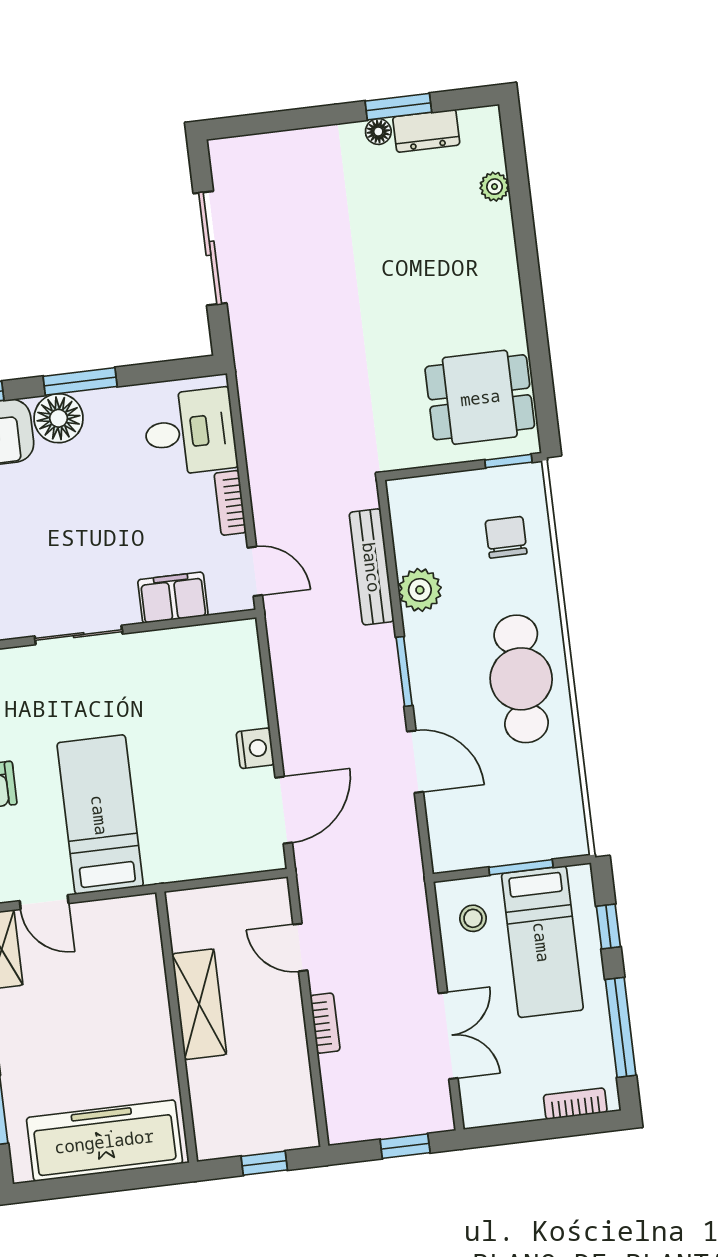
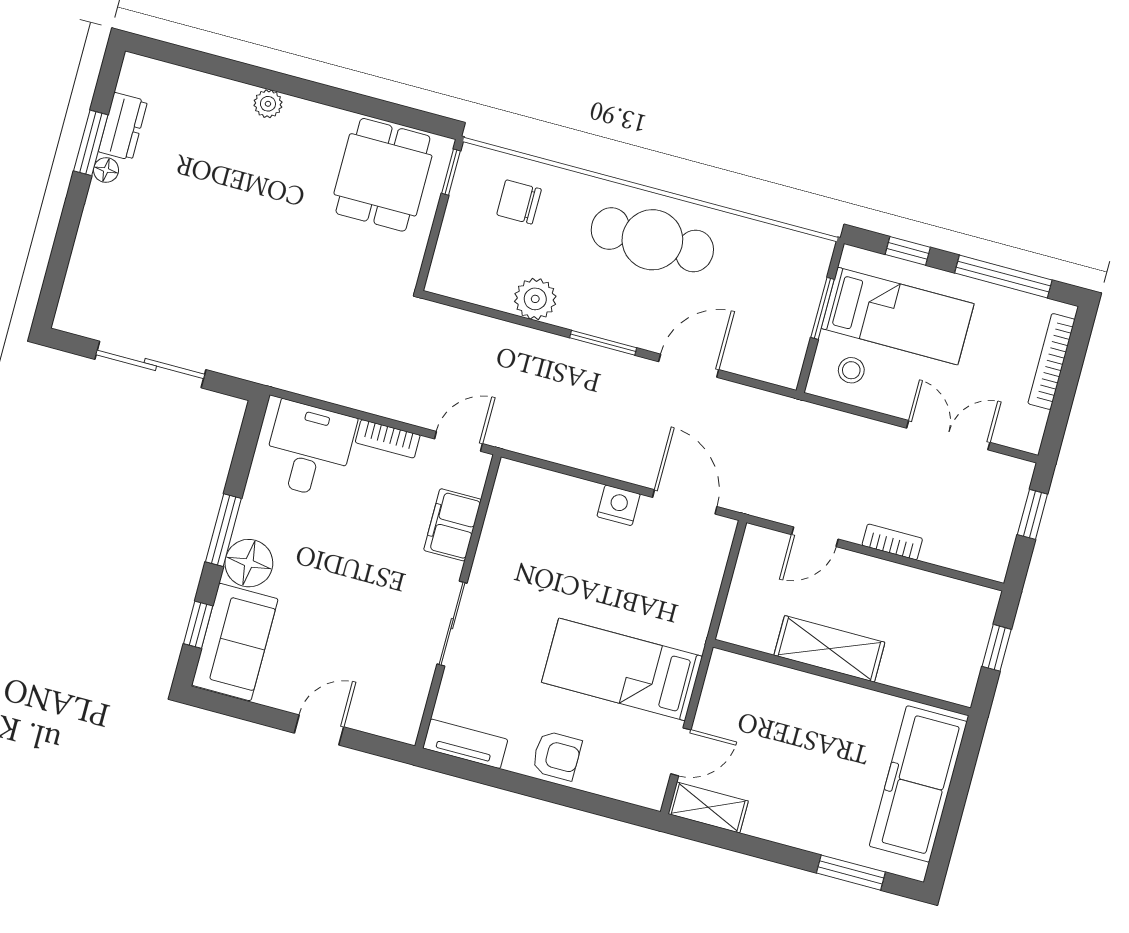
plant: (495, 187) -> (268, 104), moved
bench: (372, 567) -> (497, 334), removed
bookcase: (575, 1104) -> (1051, 361), width x1.56

